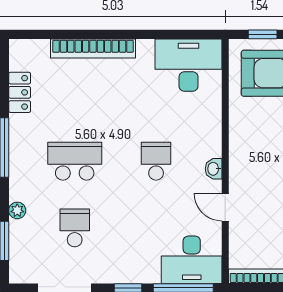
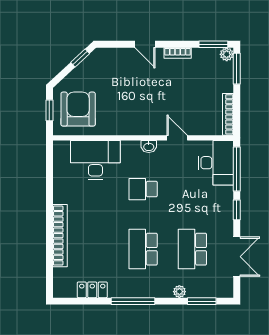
desk: (189, 65) -> (95, 160), moved, turned 90
door: (225, 207) -> (177, 138), swing flipped
school desk: (75, 228) -> (192, 249), width x1.85

